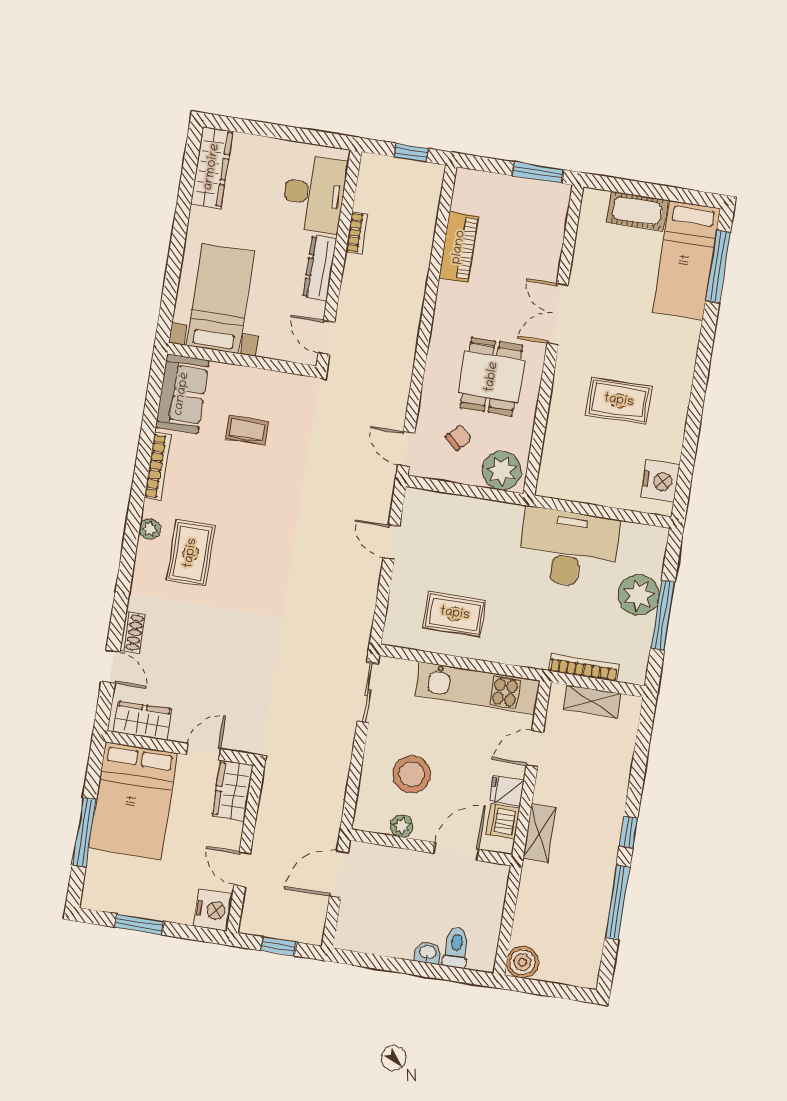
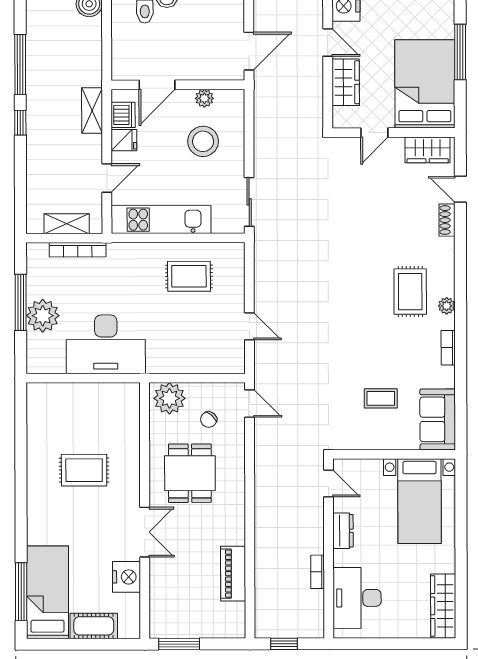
dresser: (320, 268) -> (343, 531), width x0.70
bookcase: (158, 466) -> (448, 348), width x0.64
nightstand: (660, 481) -> (126, 577), moved, turned 180
wardrobe: (232, 791) -> (346, 82), moved

